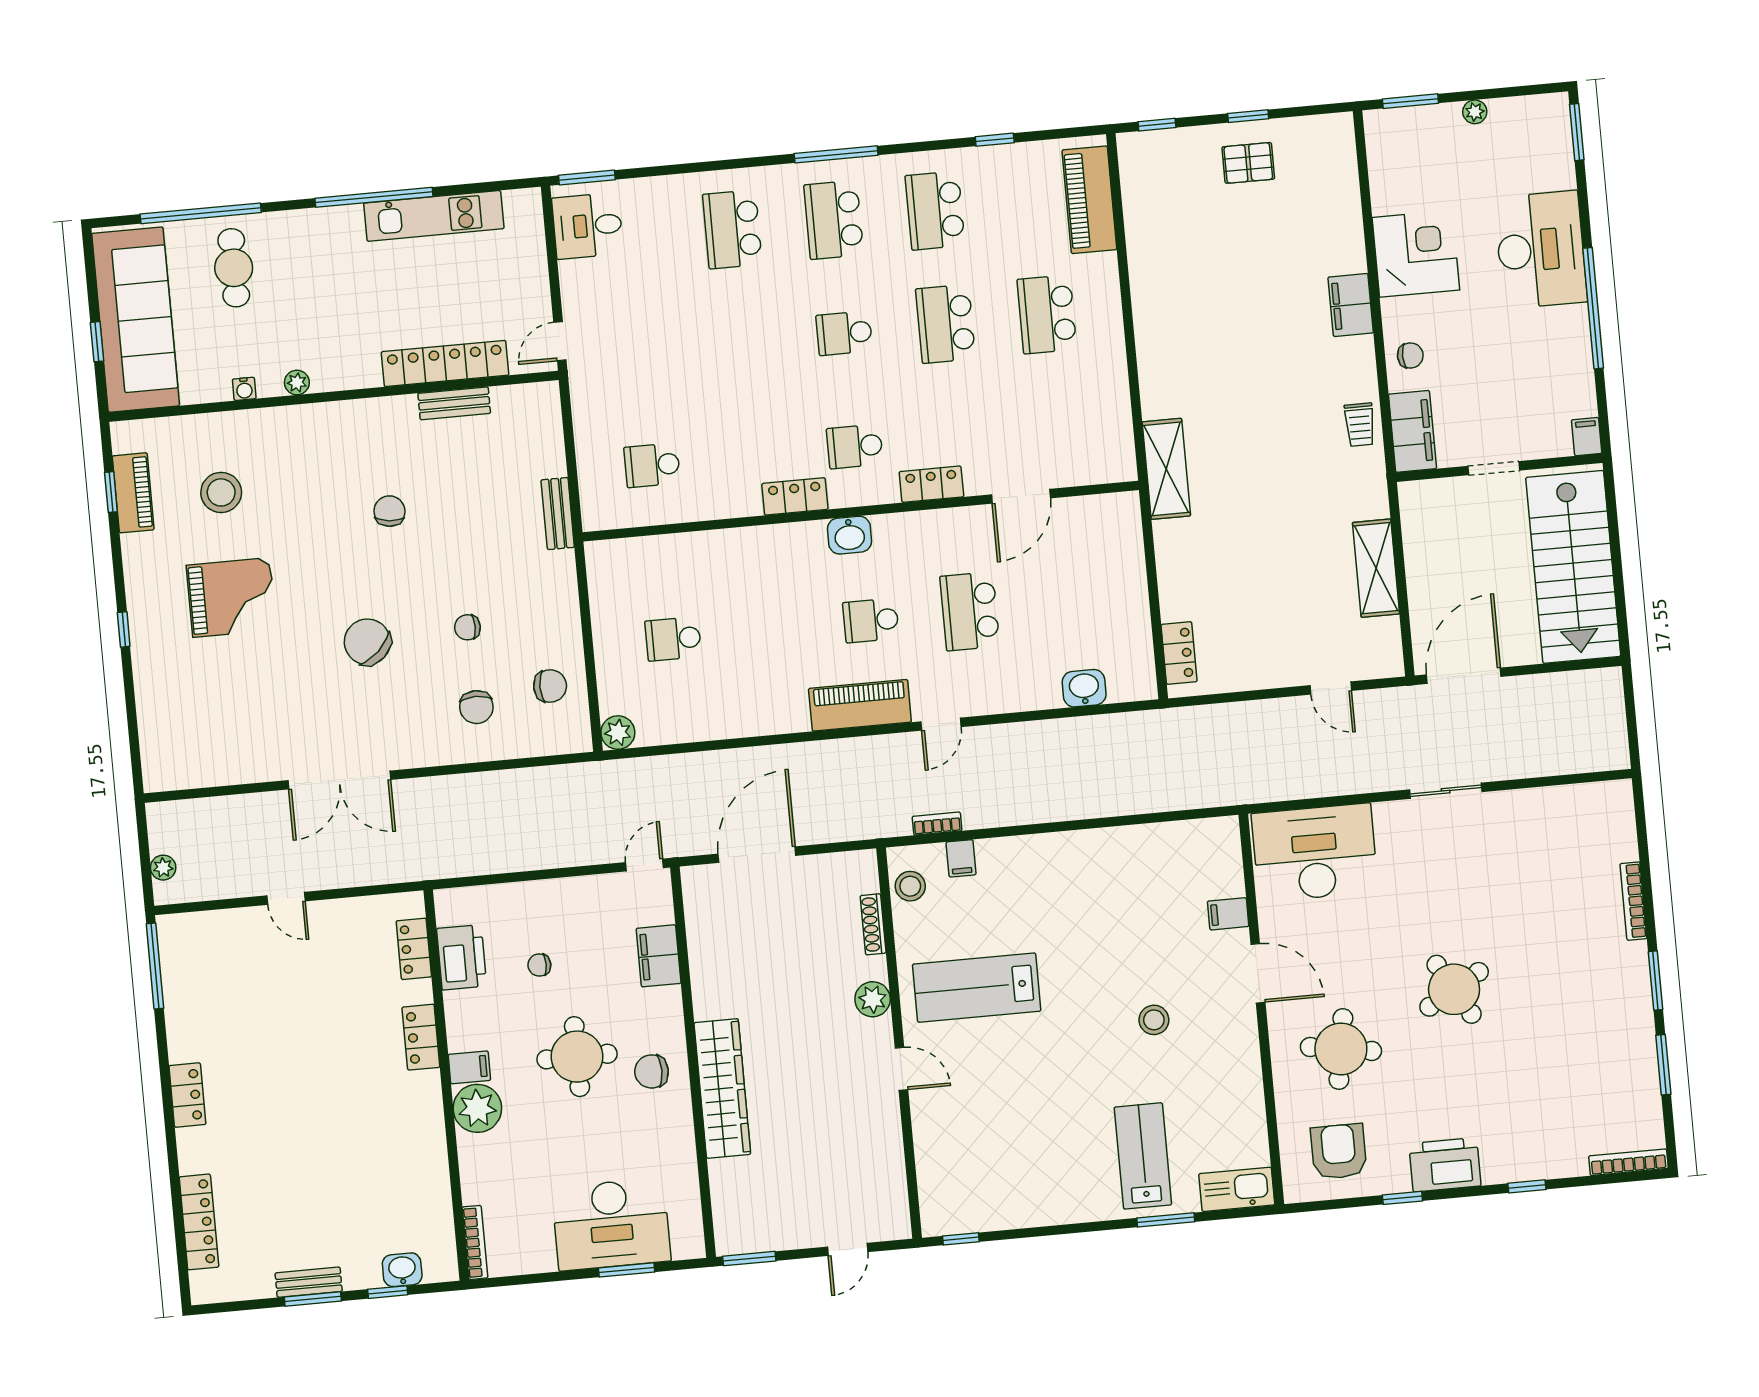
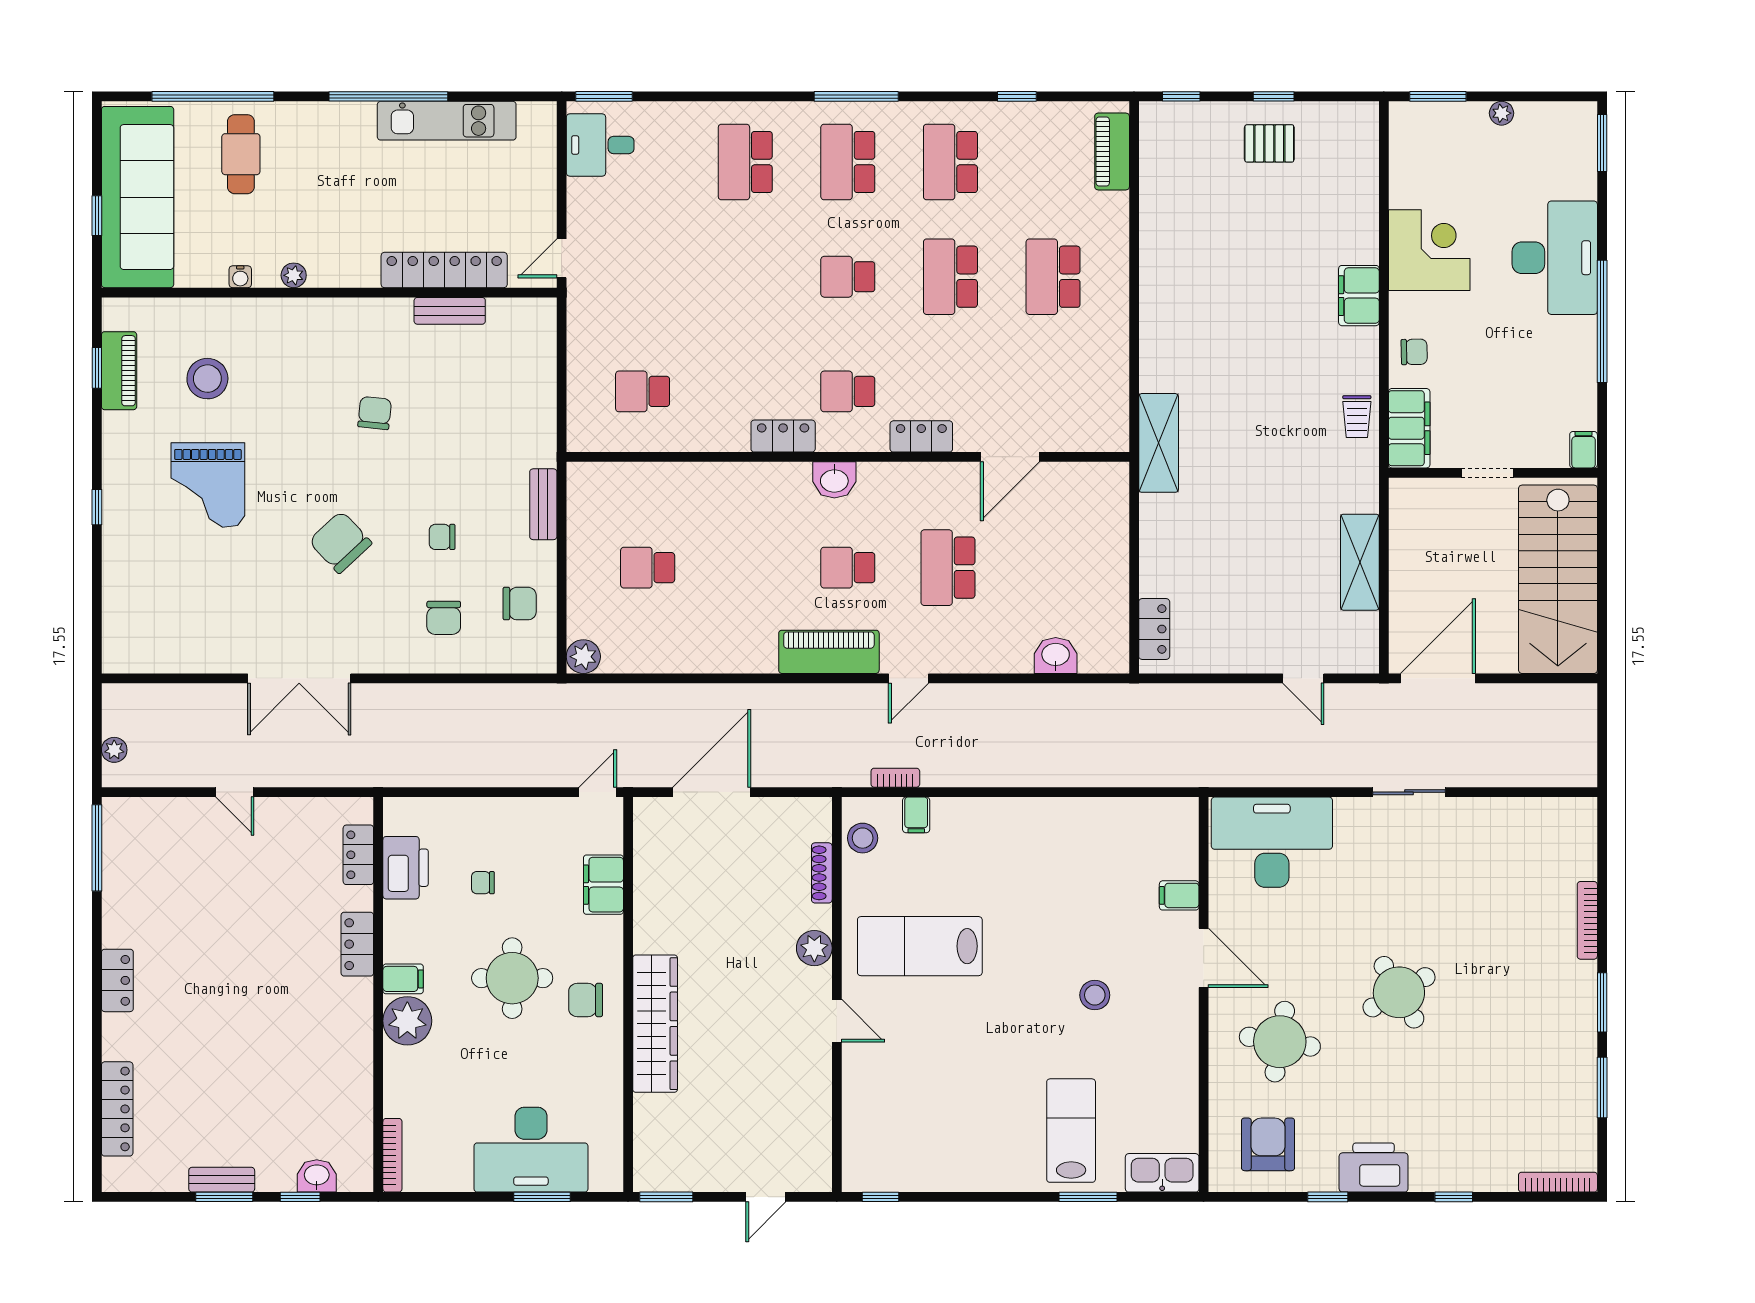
piano: (1089, 200) -> (1112, 151), width x0.73, depth x0.75
bench: (558, 514) -> (543, 504), moved
grand piano: (231, 597) -> (208, 485), turned 90

